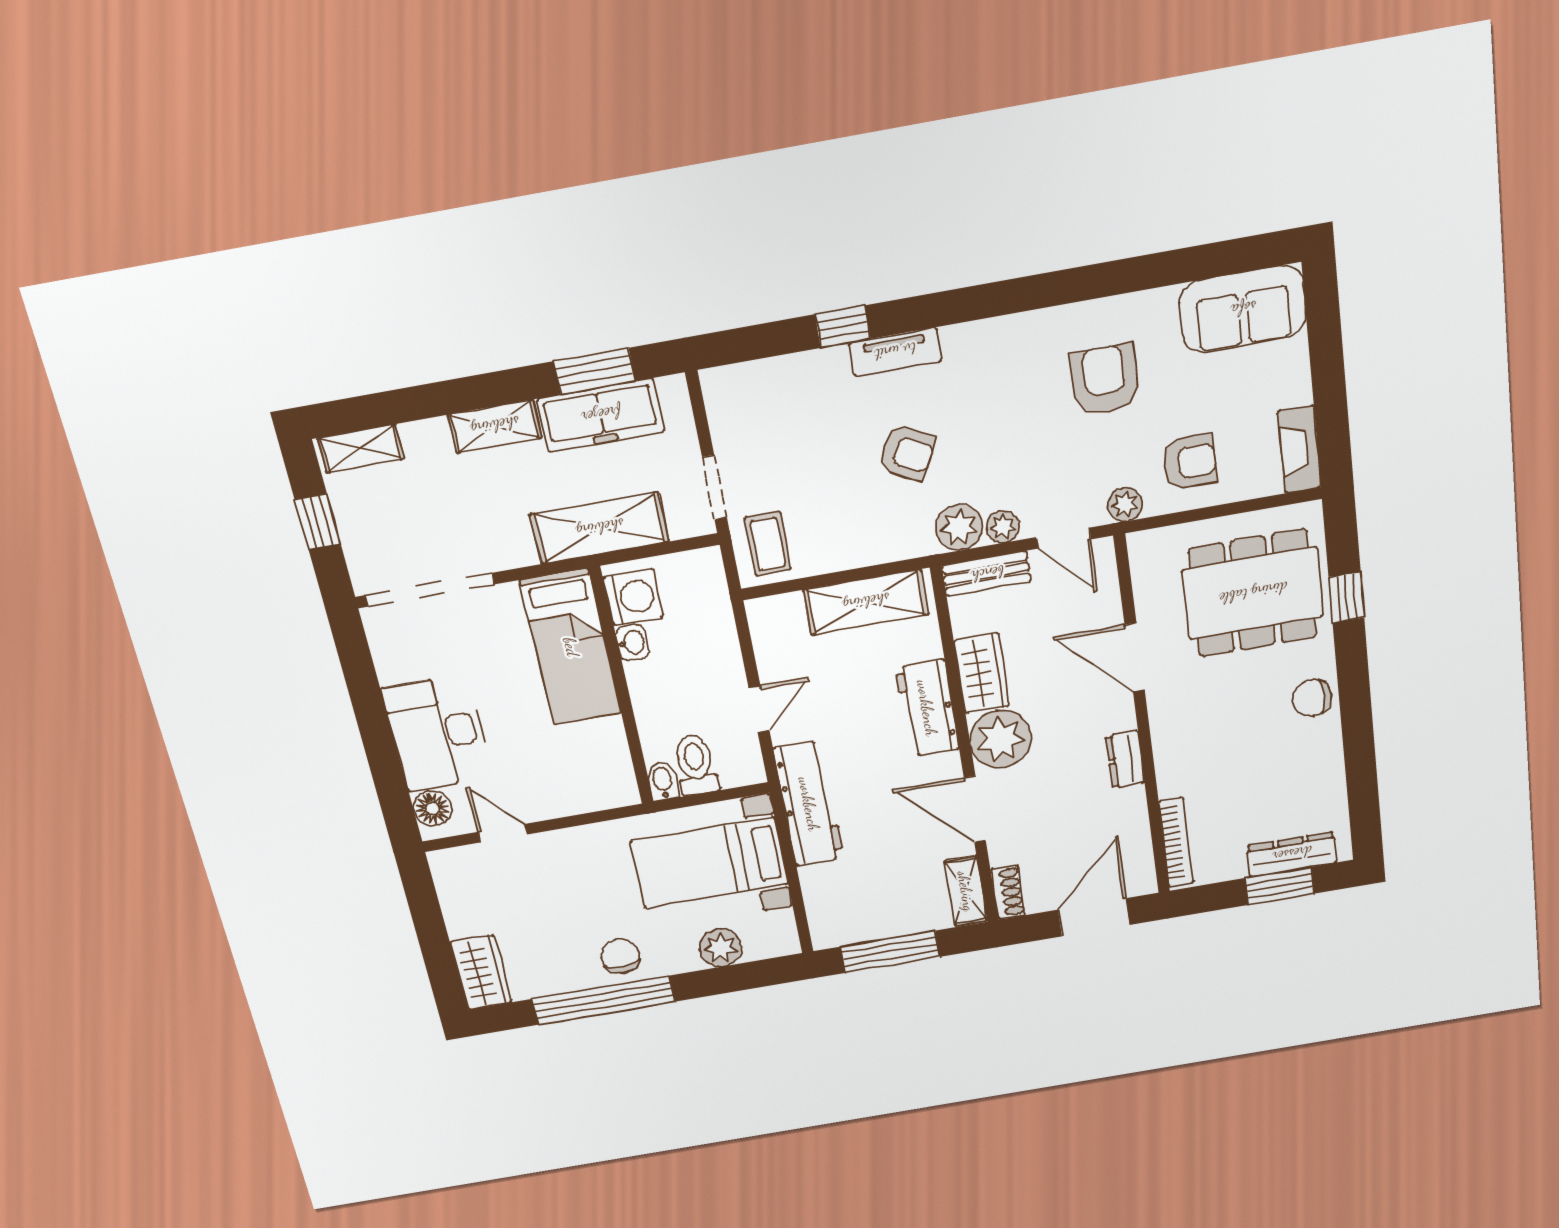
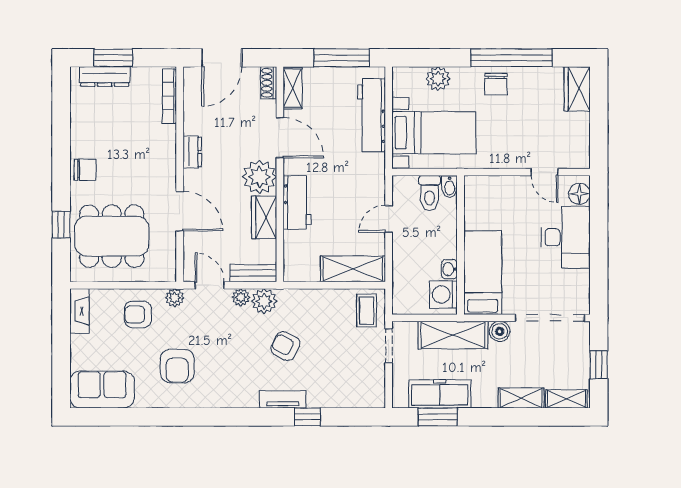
shelving: (495, 426) -> (521, 398), moved
boiler: (516, 550) -> (500, 331), added
shelving: (866, 602) -> (353, 269), moved
workbench: (809, 804) -> (372, 115), moved

